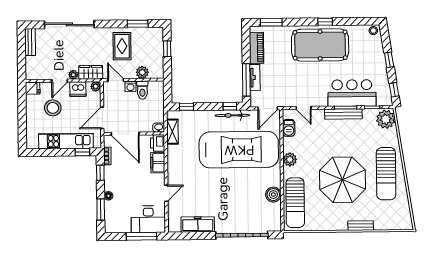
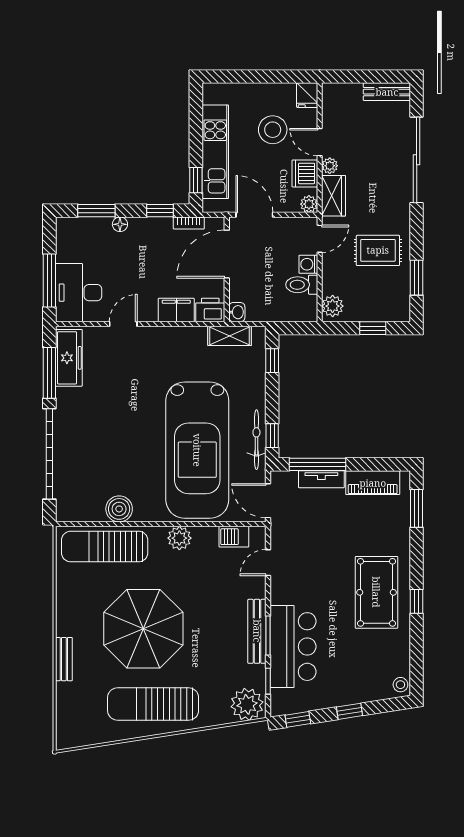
pool table: (320, 45) -> (376, 592), width x0.73, depth x0.76
plant: (142, 72) -> (333, 306), moved
door: (166, 193) -> (123, 324), swing flipped
freezer: (198, 224) -> (69, 358), moved
window: (195, 236) -> (49, 373), added

